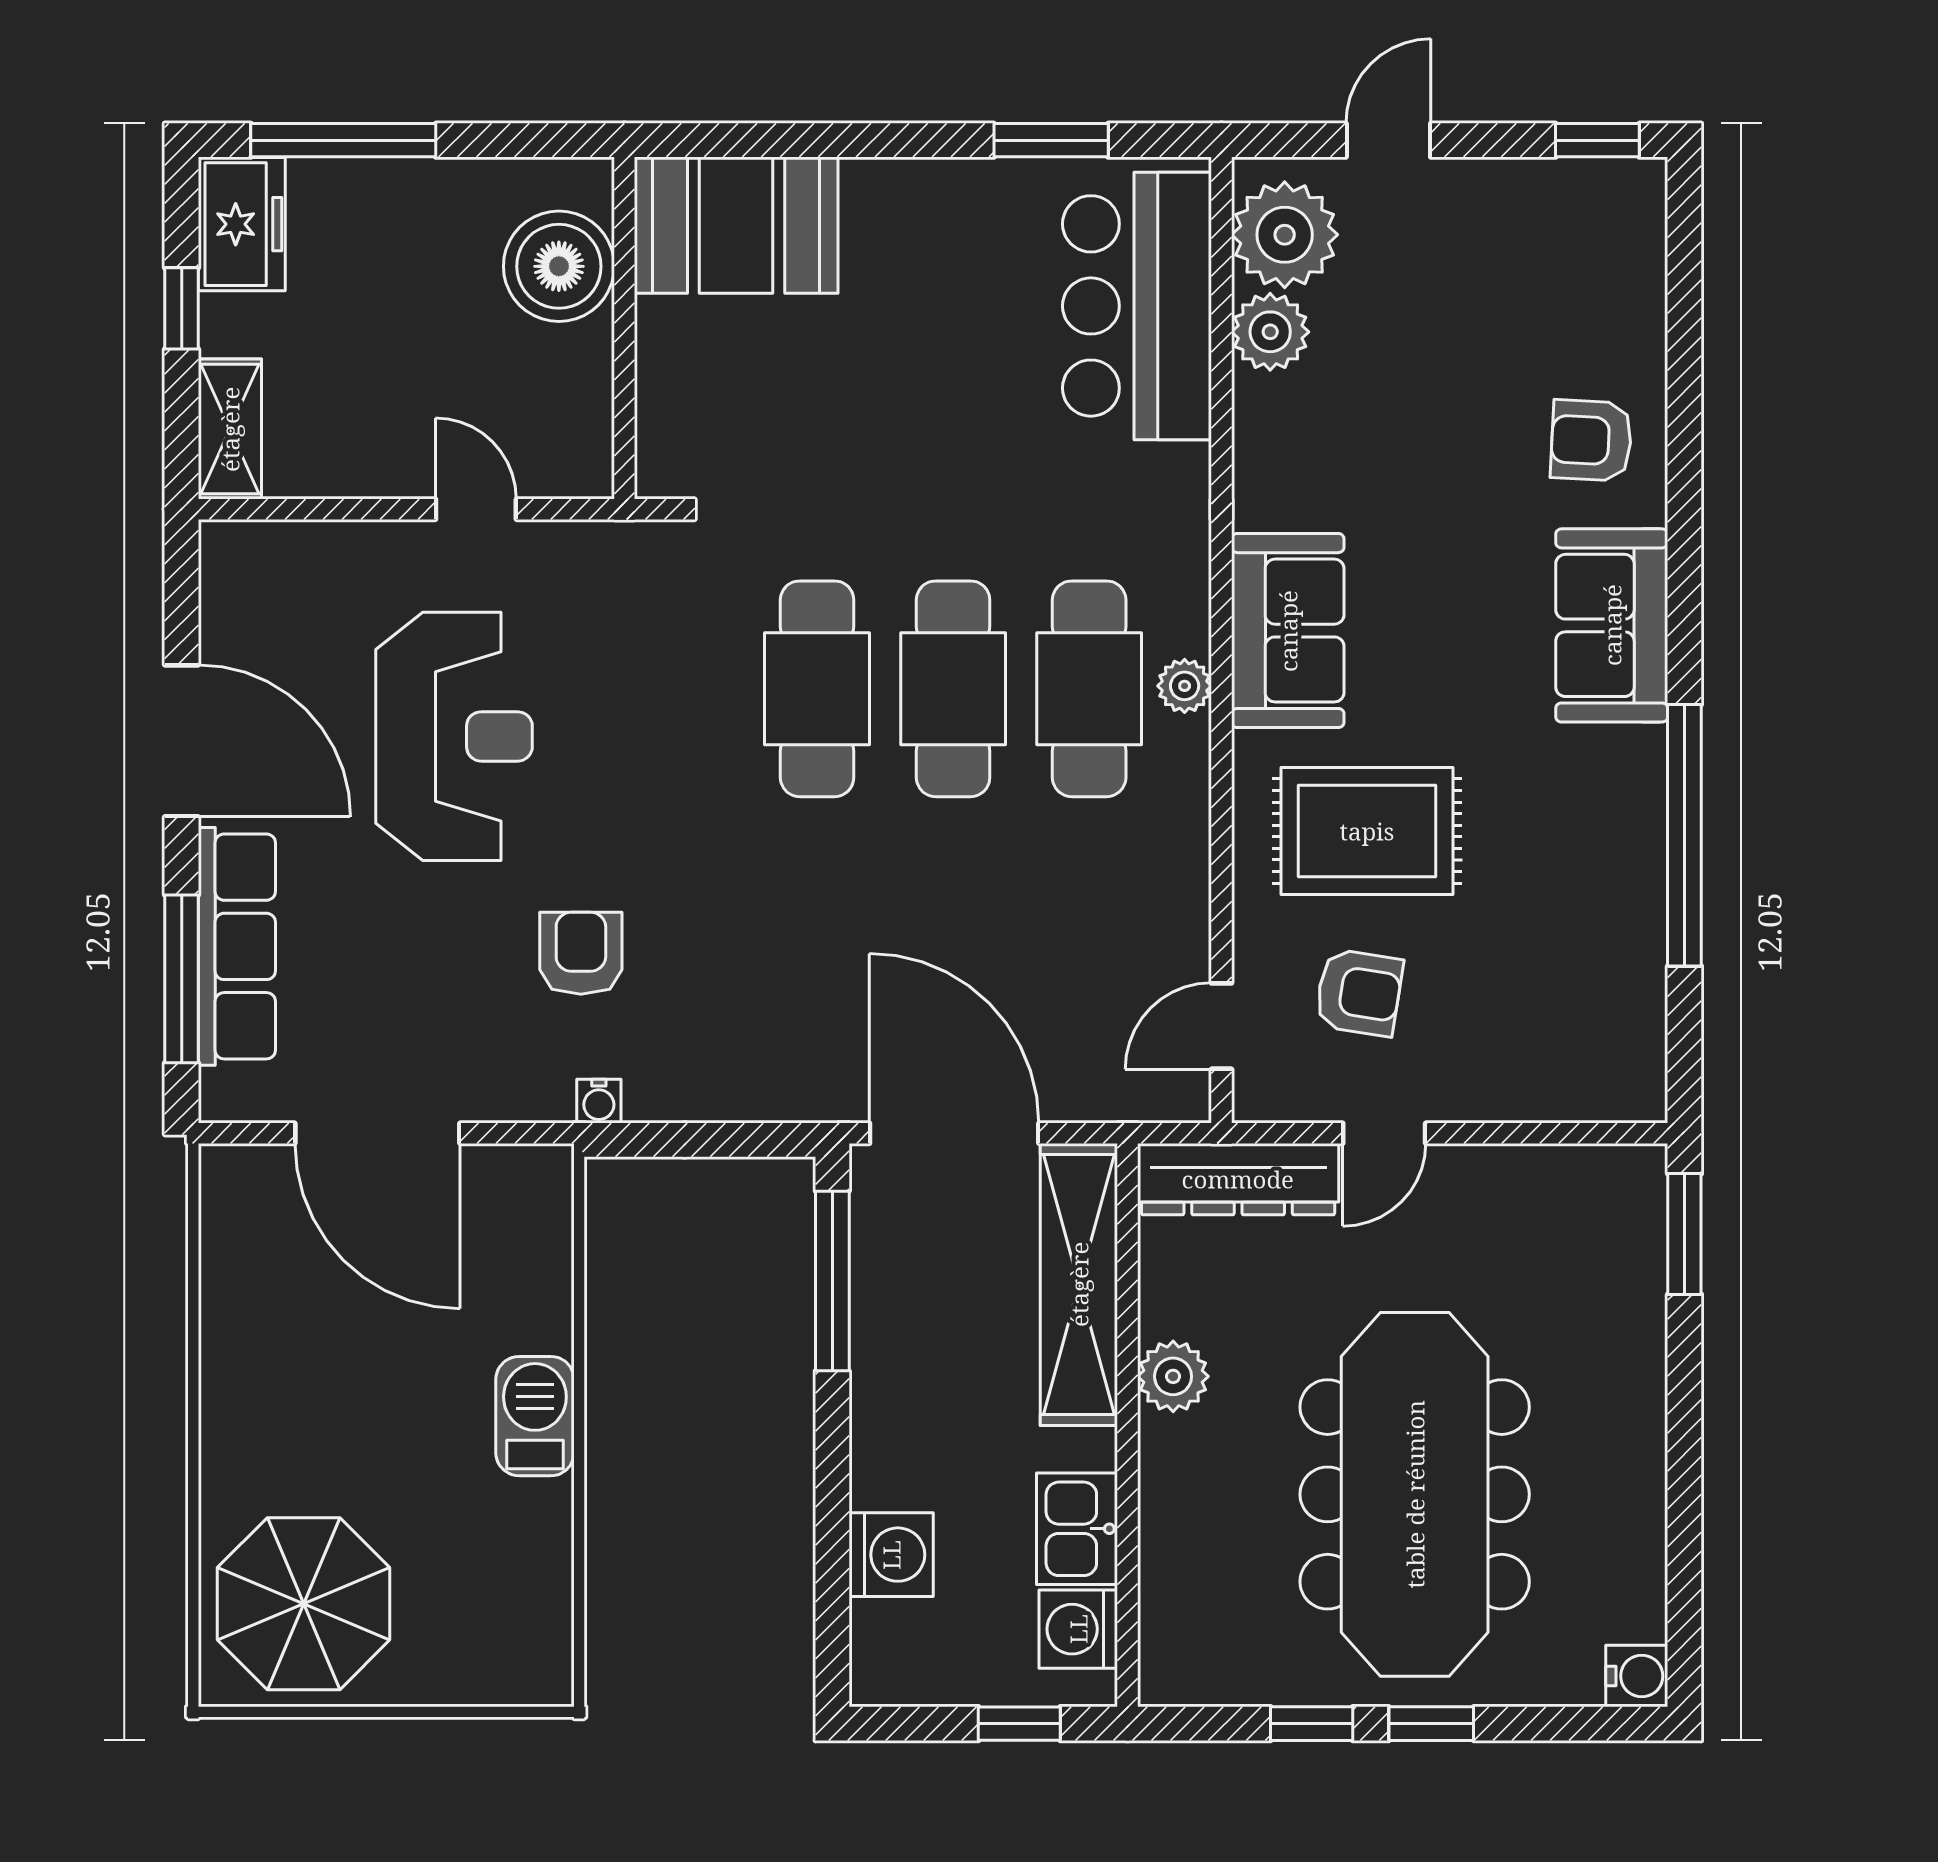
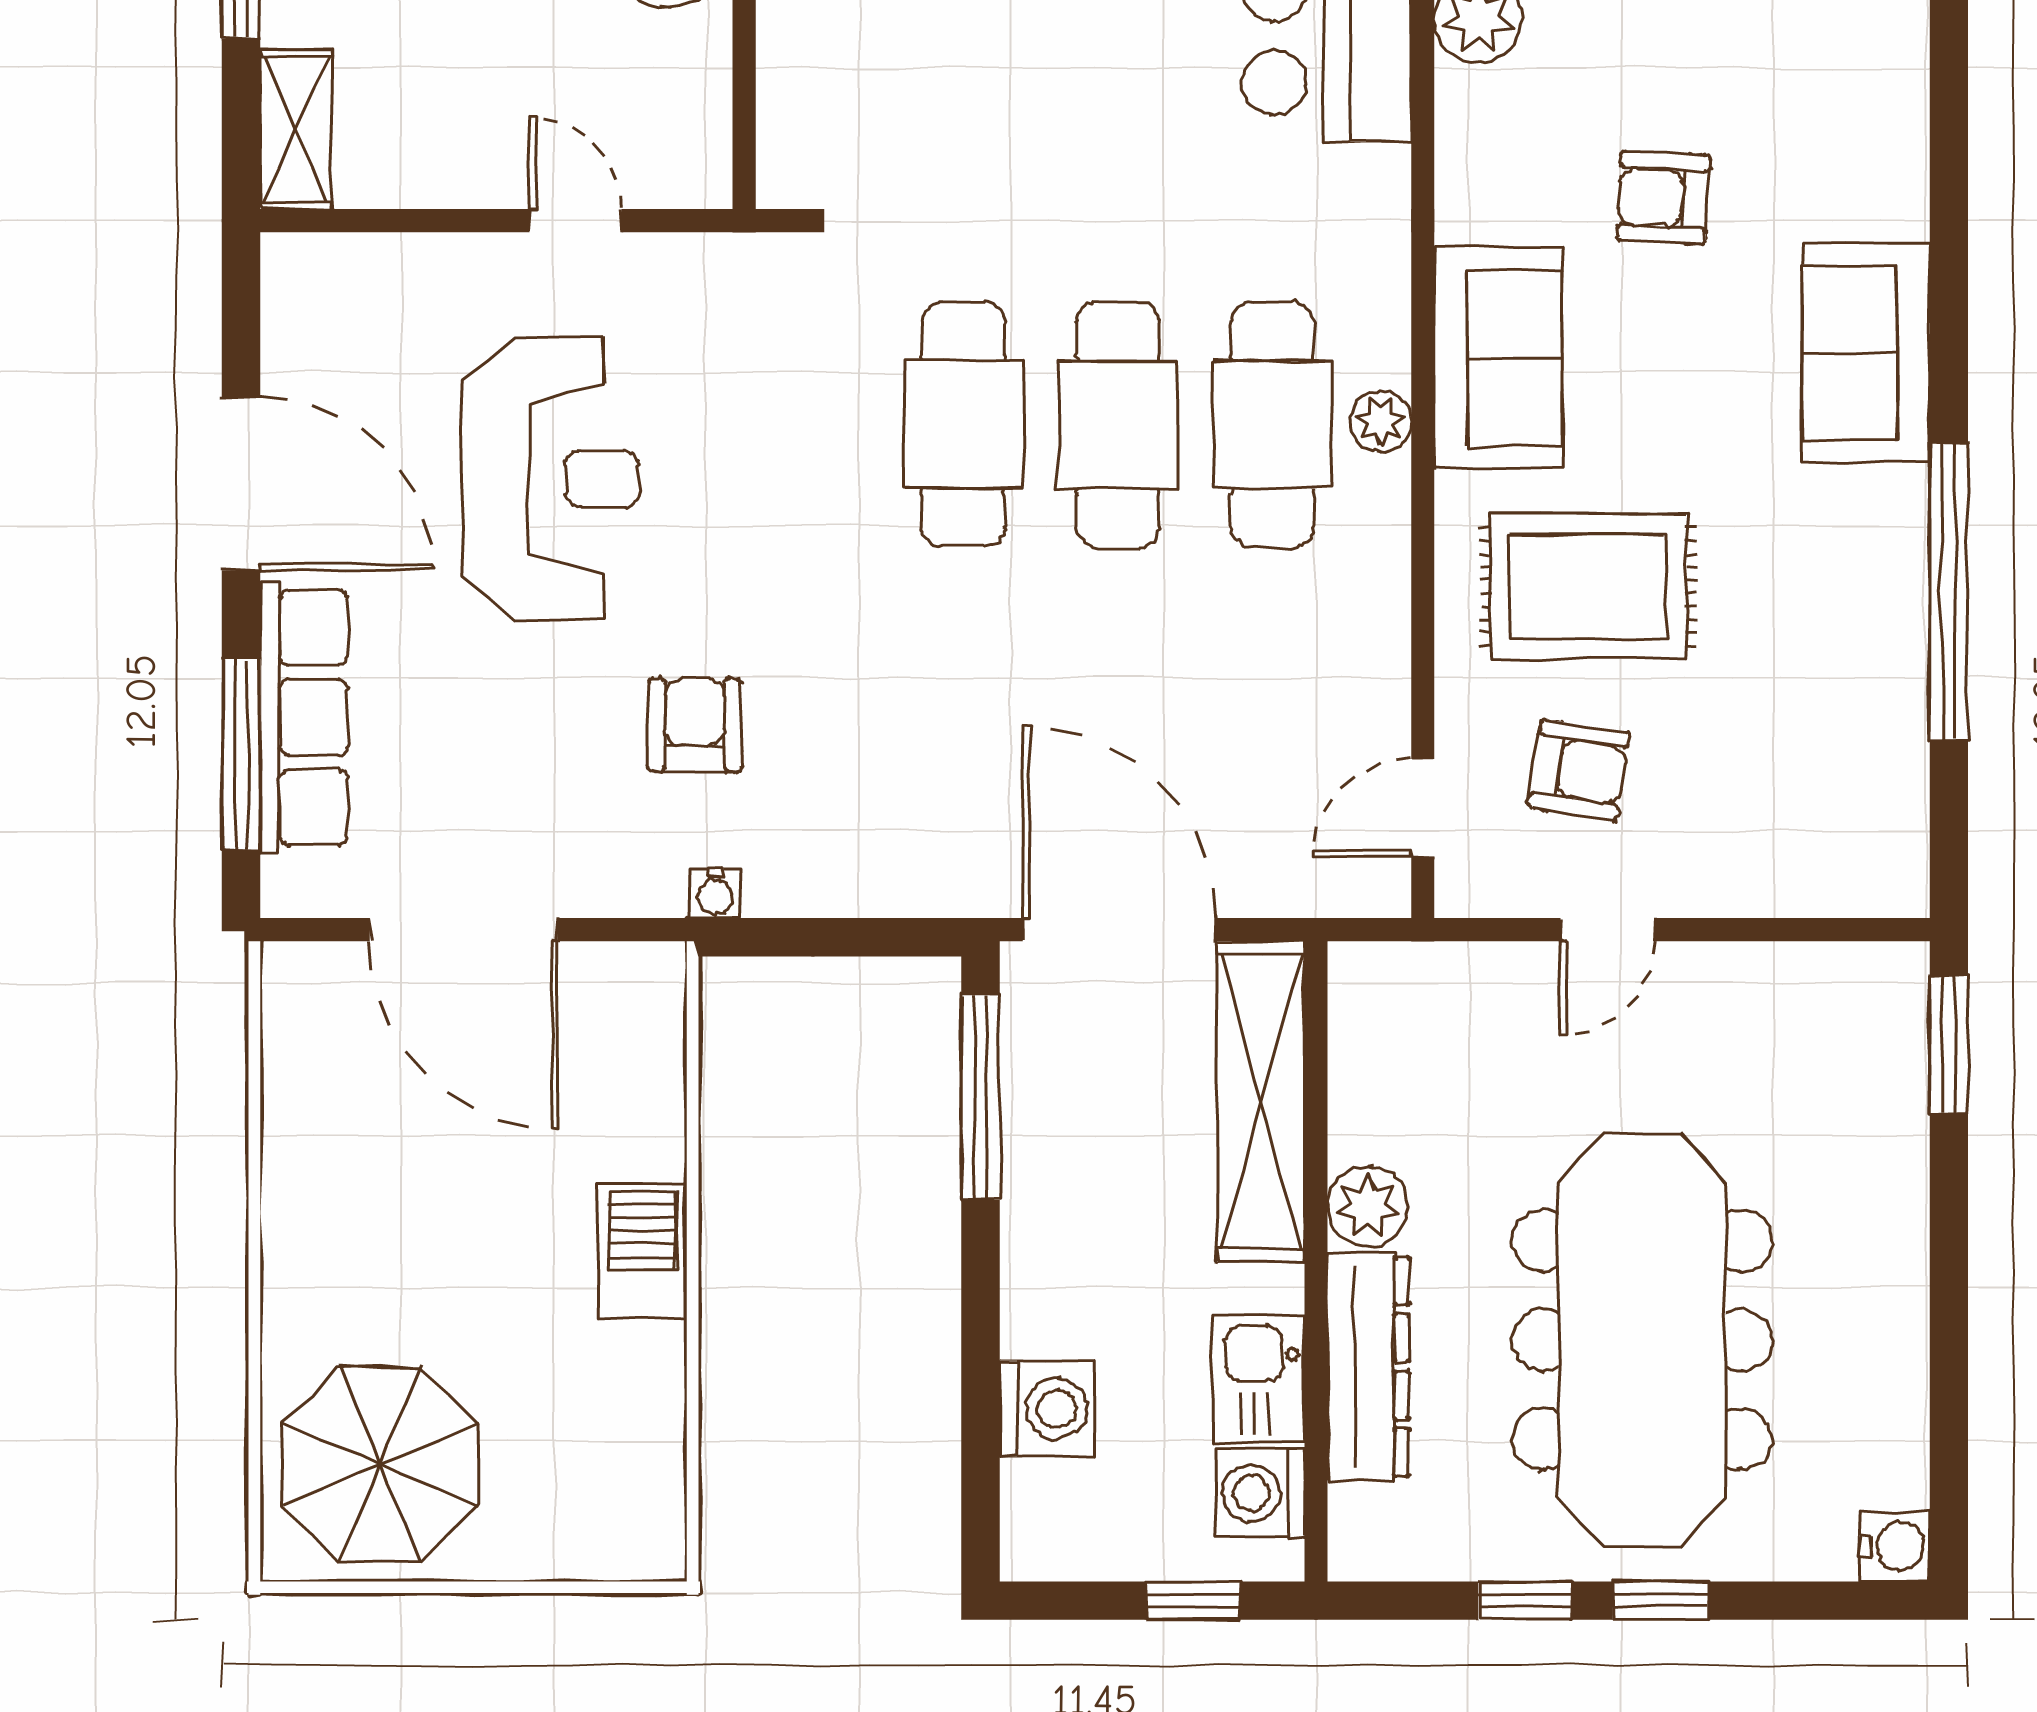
armchair: (1591, 440) -> (1663, 198), moved
dresser: (1238, 1179) -> (1368, 1367), moved, turned -90

